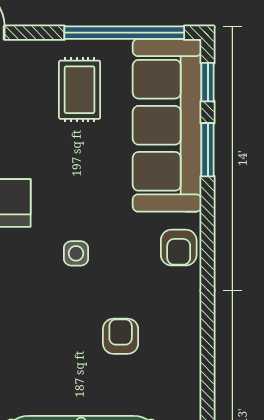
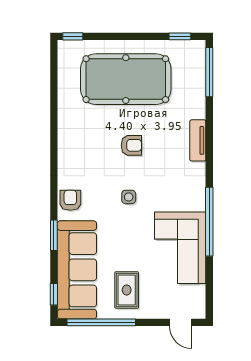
window: (208, 150) -> (54, 235), moved
armchair: (121, 336) -> (131, 145), moved, turned -90

